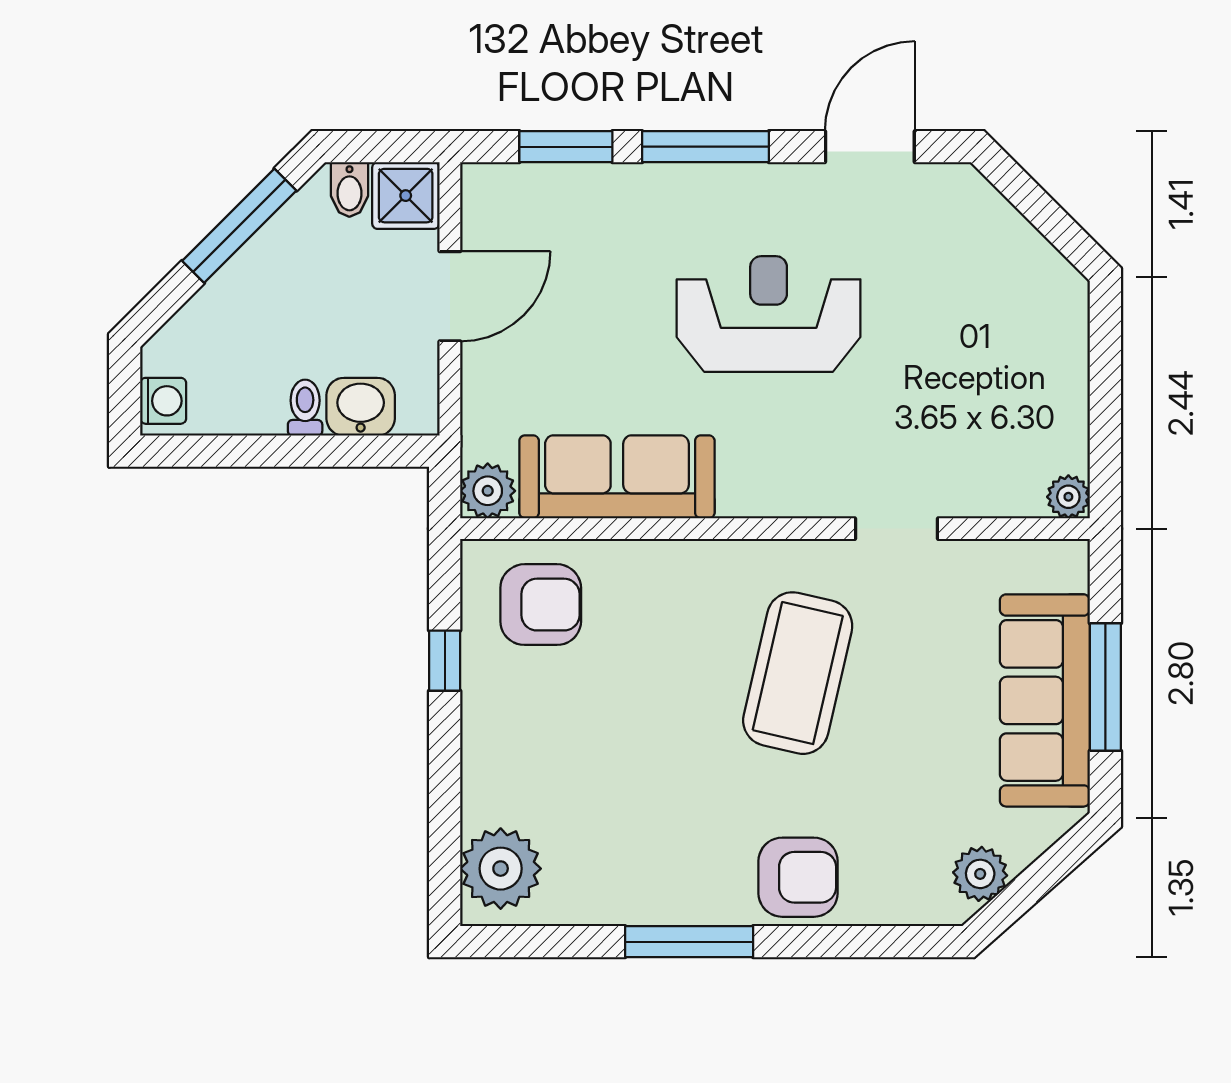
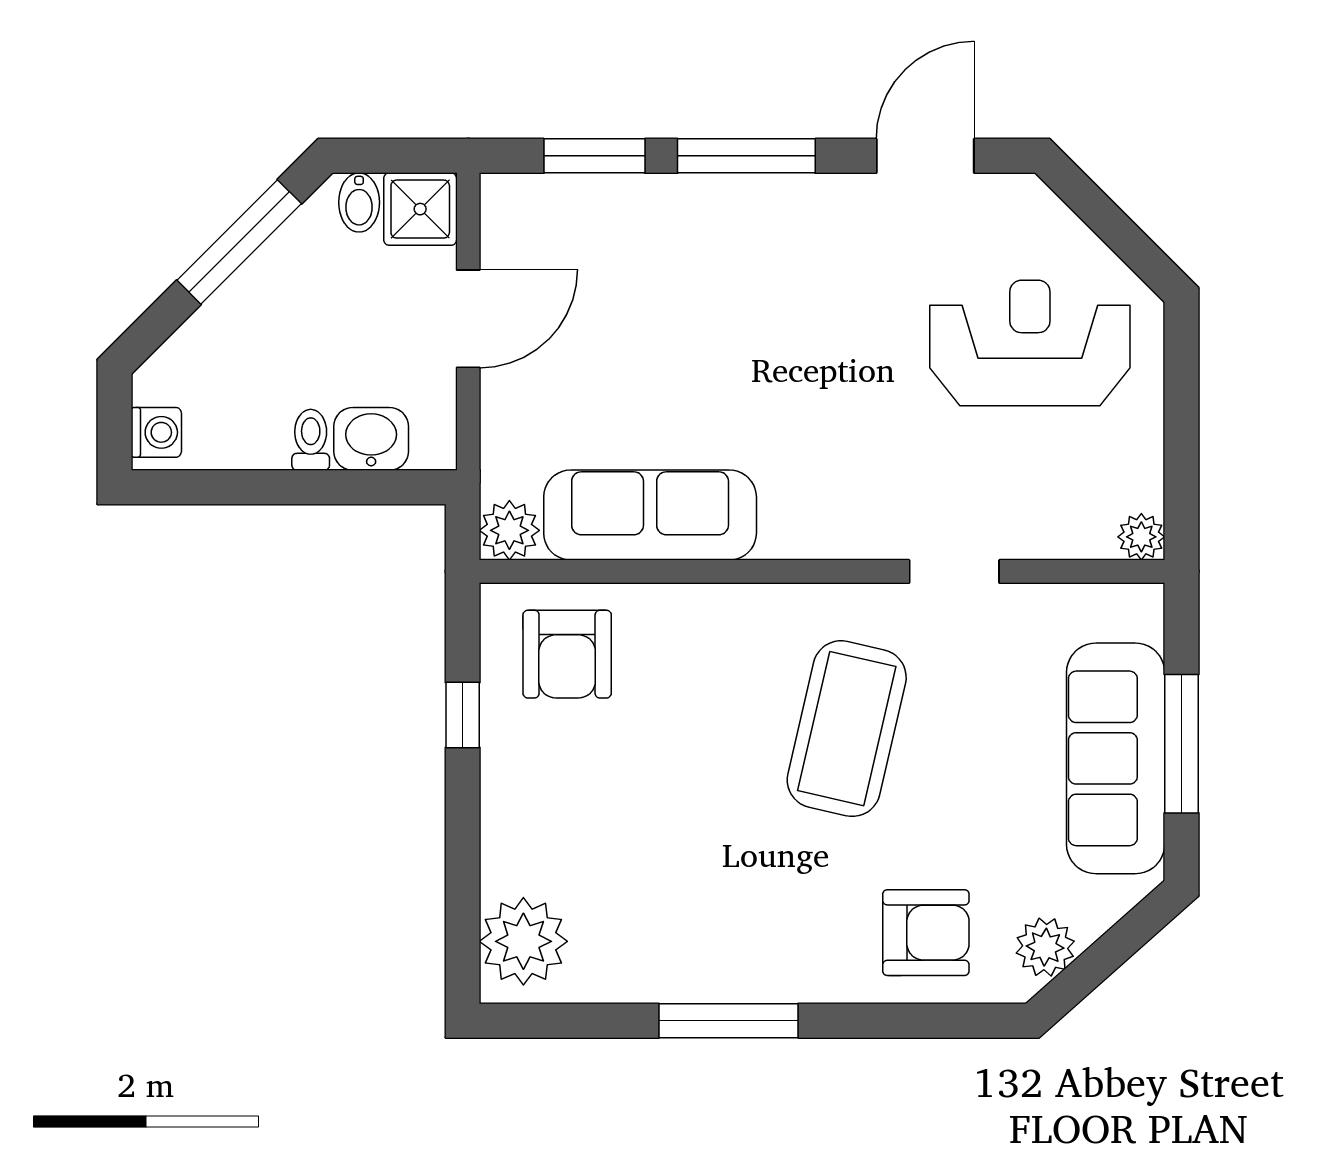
reception desk: (769, 314) -> (1030, 343), moved
armchair: (541, 605) -> (567, 654), turned 90
armchair: (798, 877) -> (926, 933), moved

